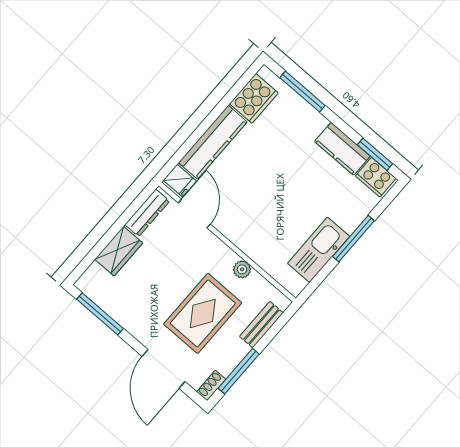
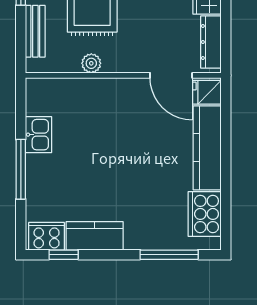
window: (375, 154) -> (64, 255), width x0.67
kitchen sink: (319, 250) -> (38, 135), width x0.53, depth x0.81

